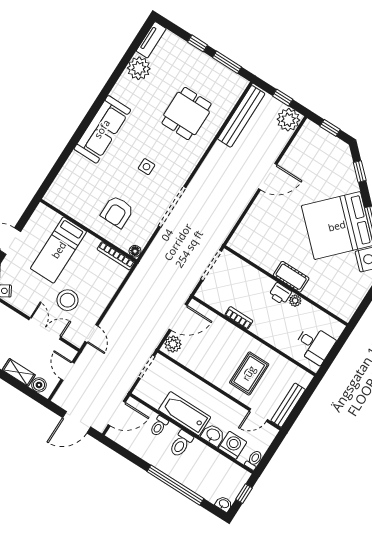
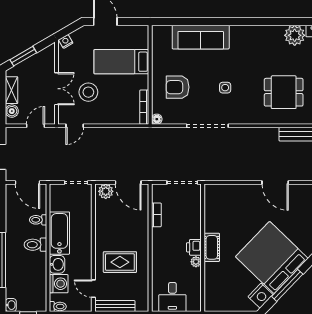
sofa: (102, 129) -> (201, 37), moved
bookcase: (239, 318) -> (156, 215), moved

